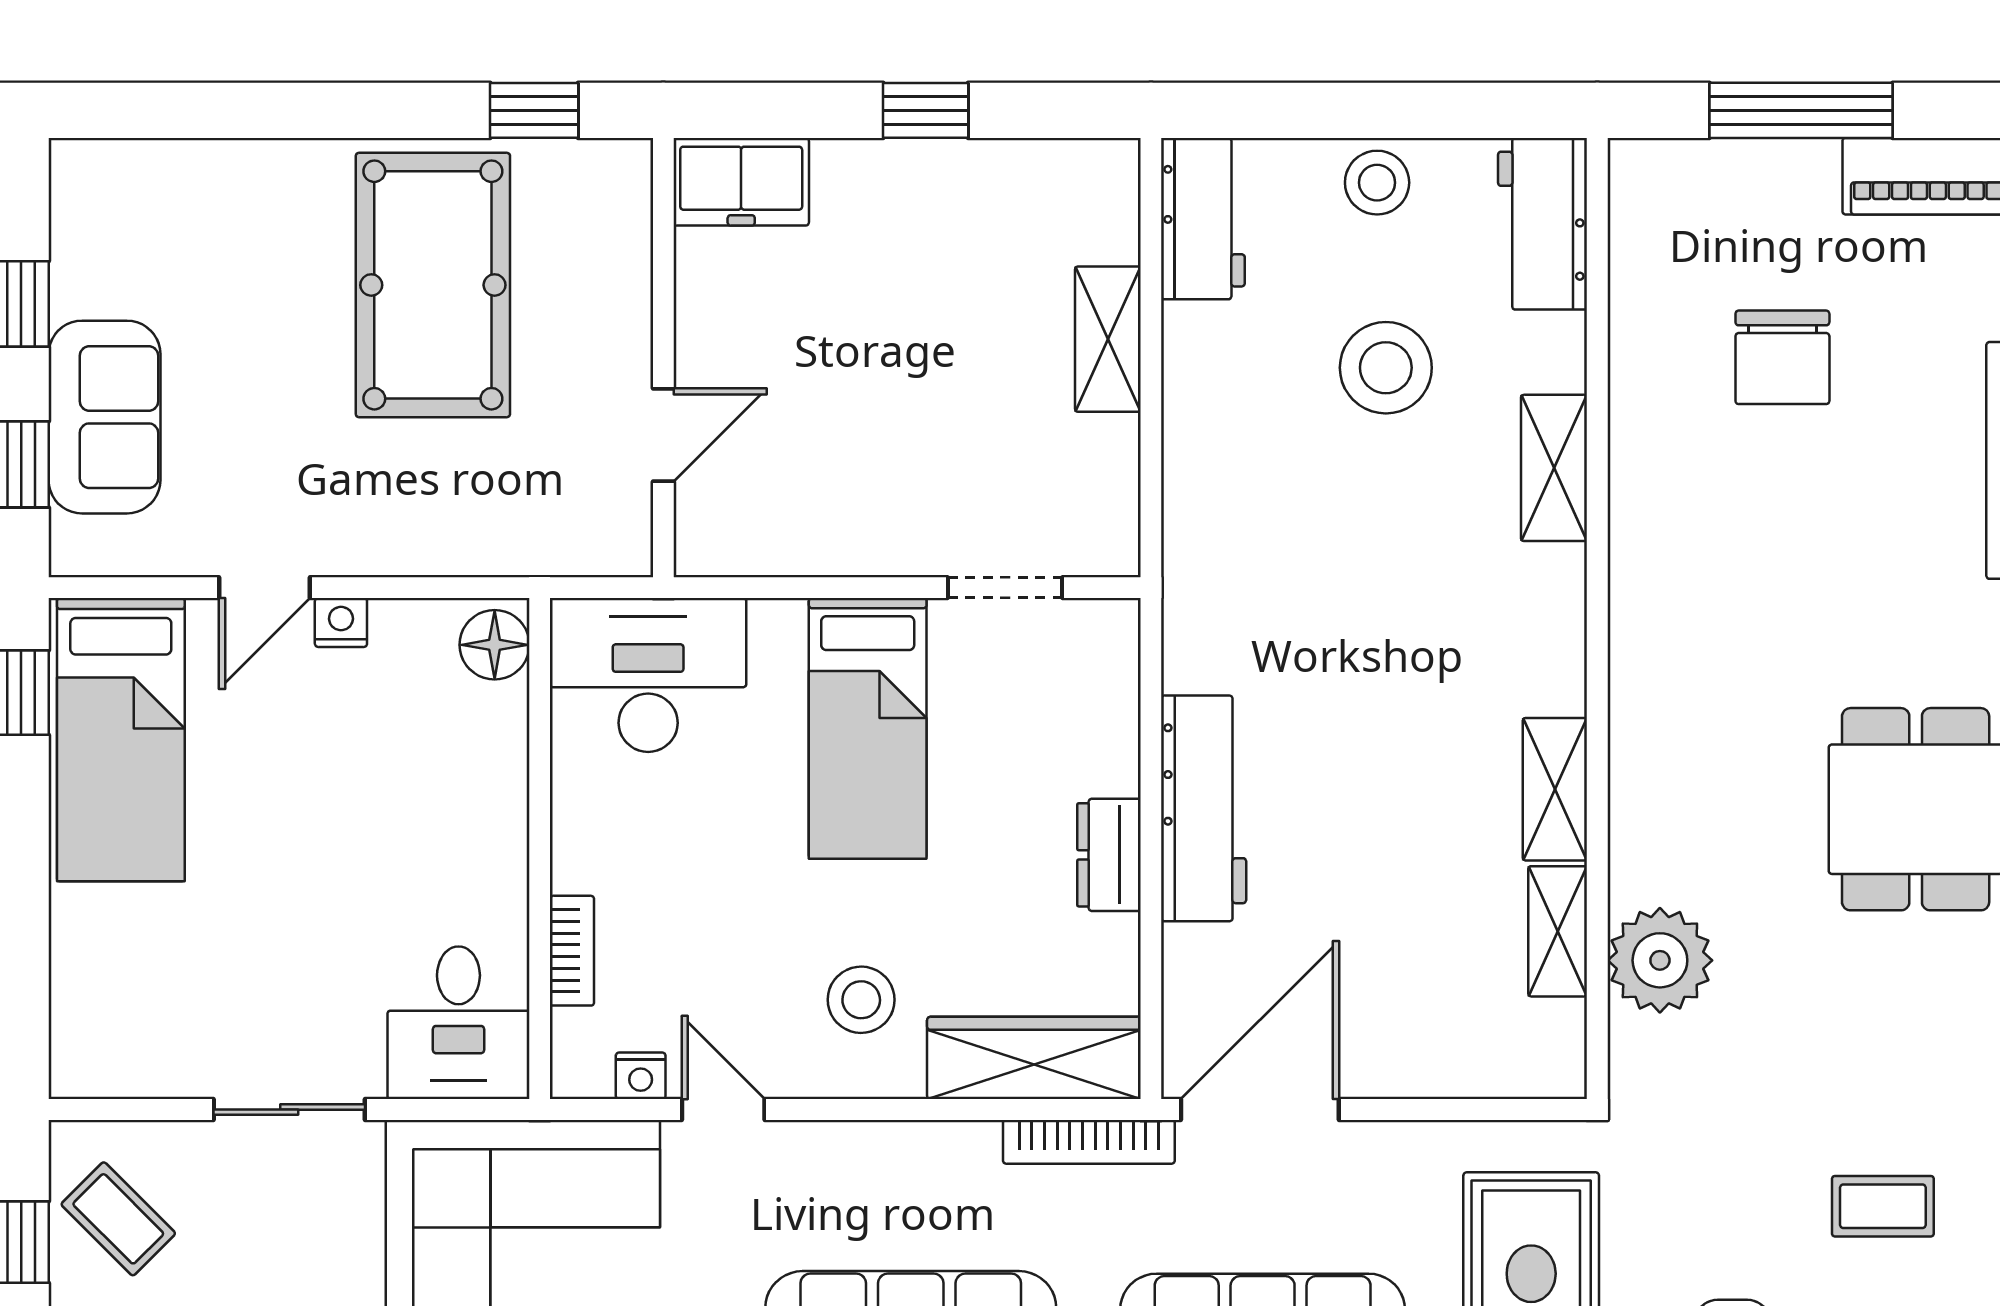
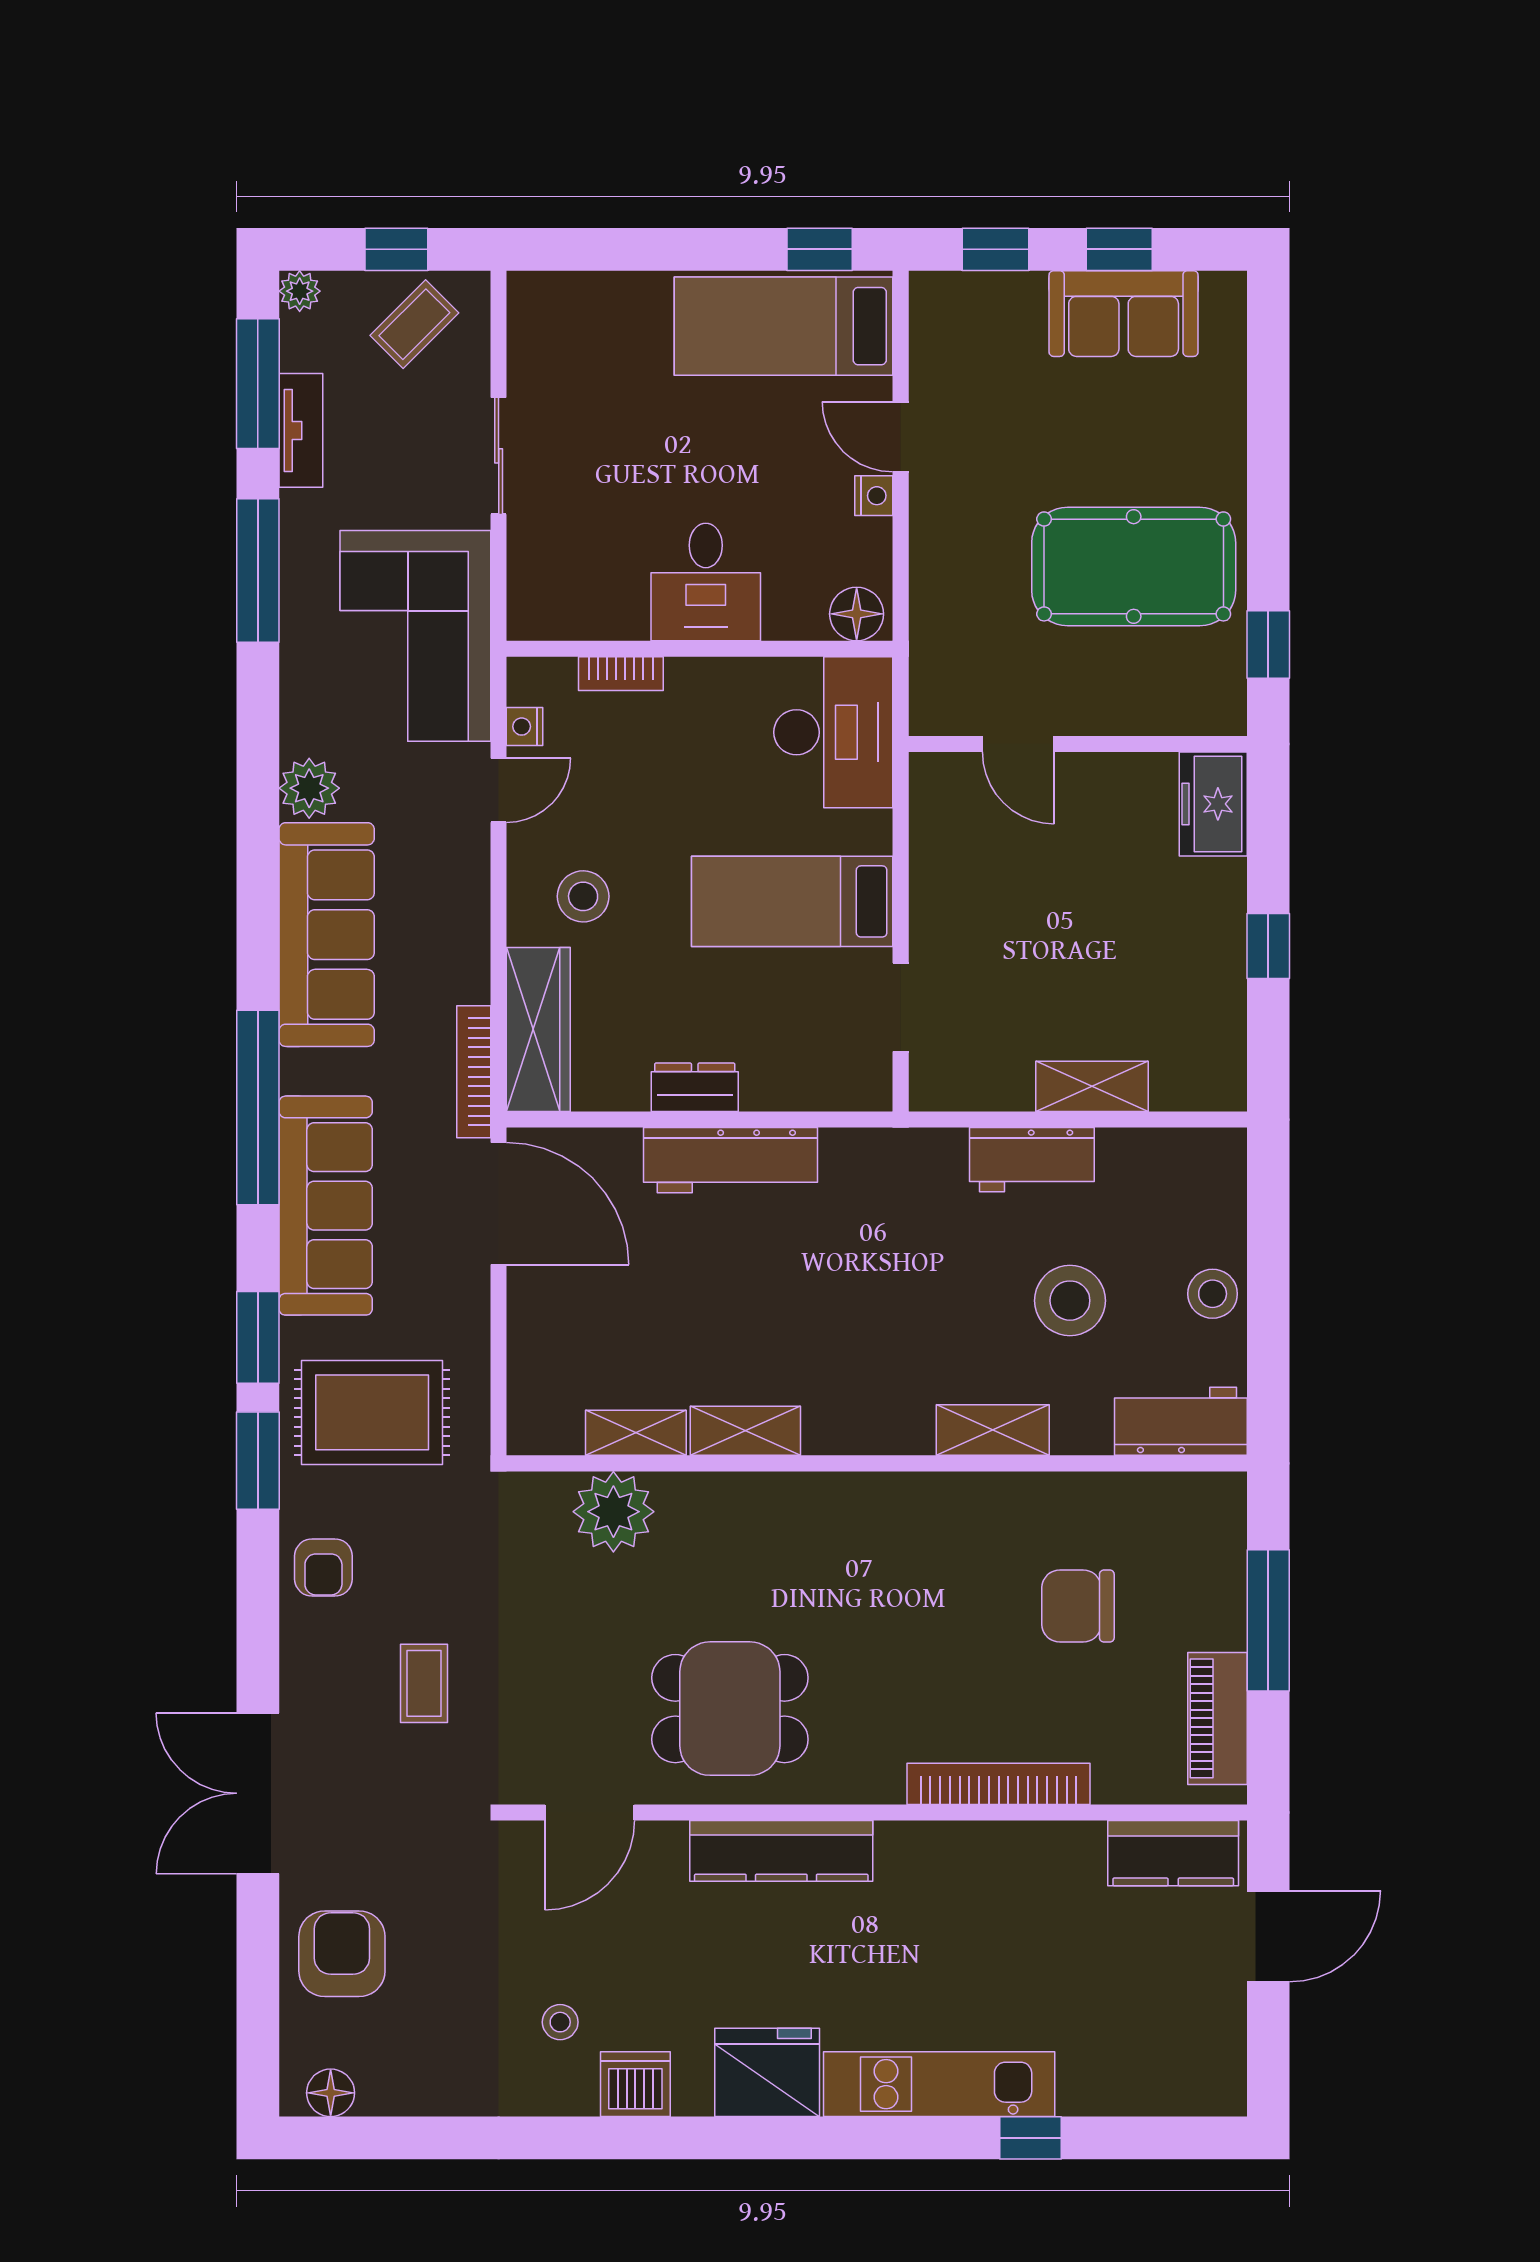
workbench: (1203, 219) -> (1032, 1160), moved
sofa: (104, 417) -> (1124, 314), moved
desk: (458, 1023) -> (706, 582), moved, turned -90

